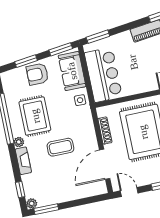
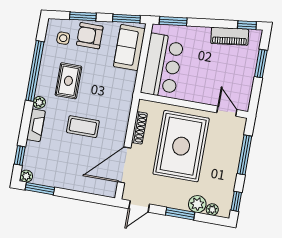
side table: (80, 100) -> (63, 38), moved
rug: (35, 116) -> (68, 81), width x0.73, depth x0.70
door: (129, 192) -> (139, 206), swing flipped

